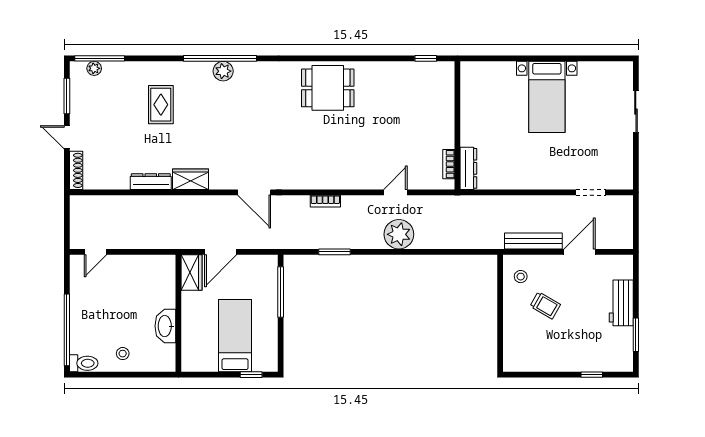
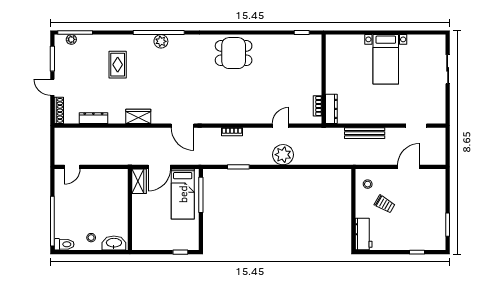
dresser: (151, 182) -> (93, 118), moved
bench: (533, 241) -> (365, 133), moved
workbench: (621, 303) -> (364, 234), moved, turned 180
washbasin: (165, 326) -> (114, 243), moved, turned 90
bed: (235, 336) -> (183, 194), moved, turned 180

